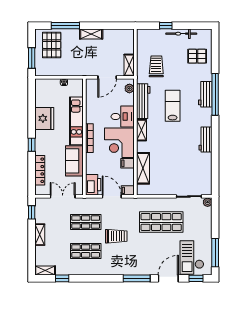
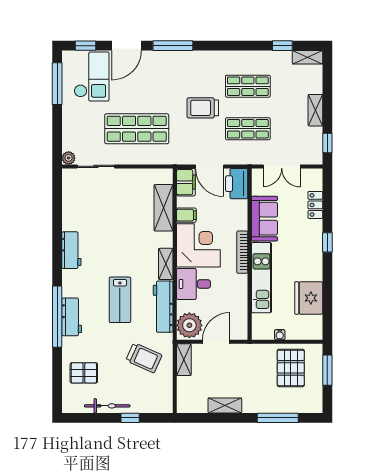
shelving: (91, 34) -> (225, 406), moved
pallet: (52, 45) -> (291, 368), moved
trolley: (156, 66) -> (144, 358), turned -66
plant: (129, 88) -> (189, 325), width x1.88, depth x1.88
fridge: (44, 118) -> (309, 298), moved
locker: (40, 170) -> (315, 205), width x0.66
filing cabinet: (128, 190) -> (186, 182), width x2.00

